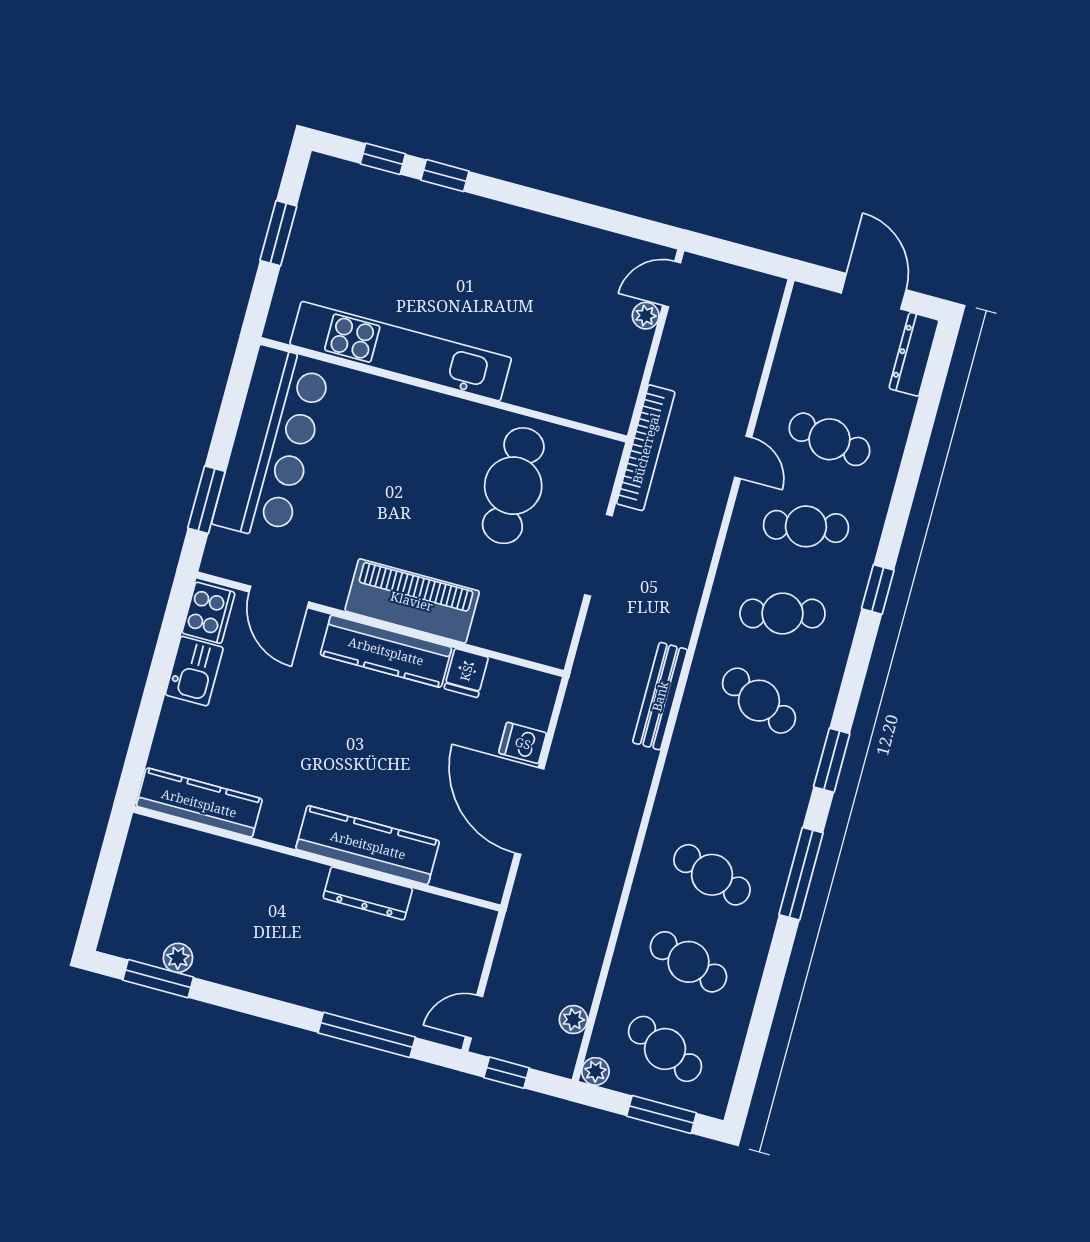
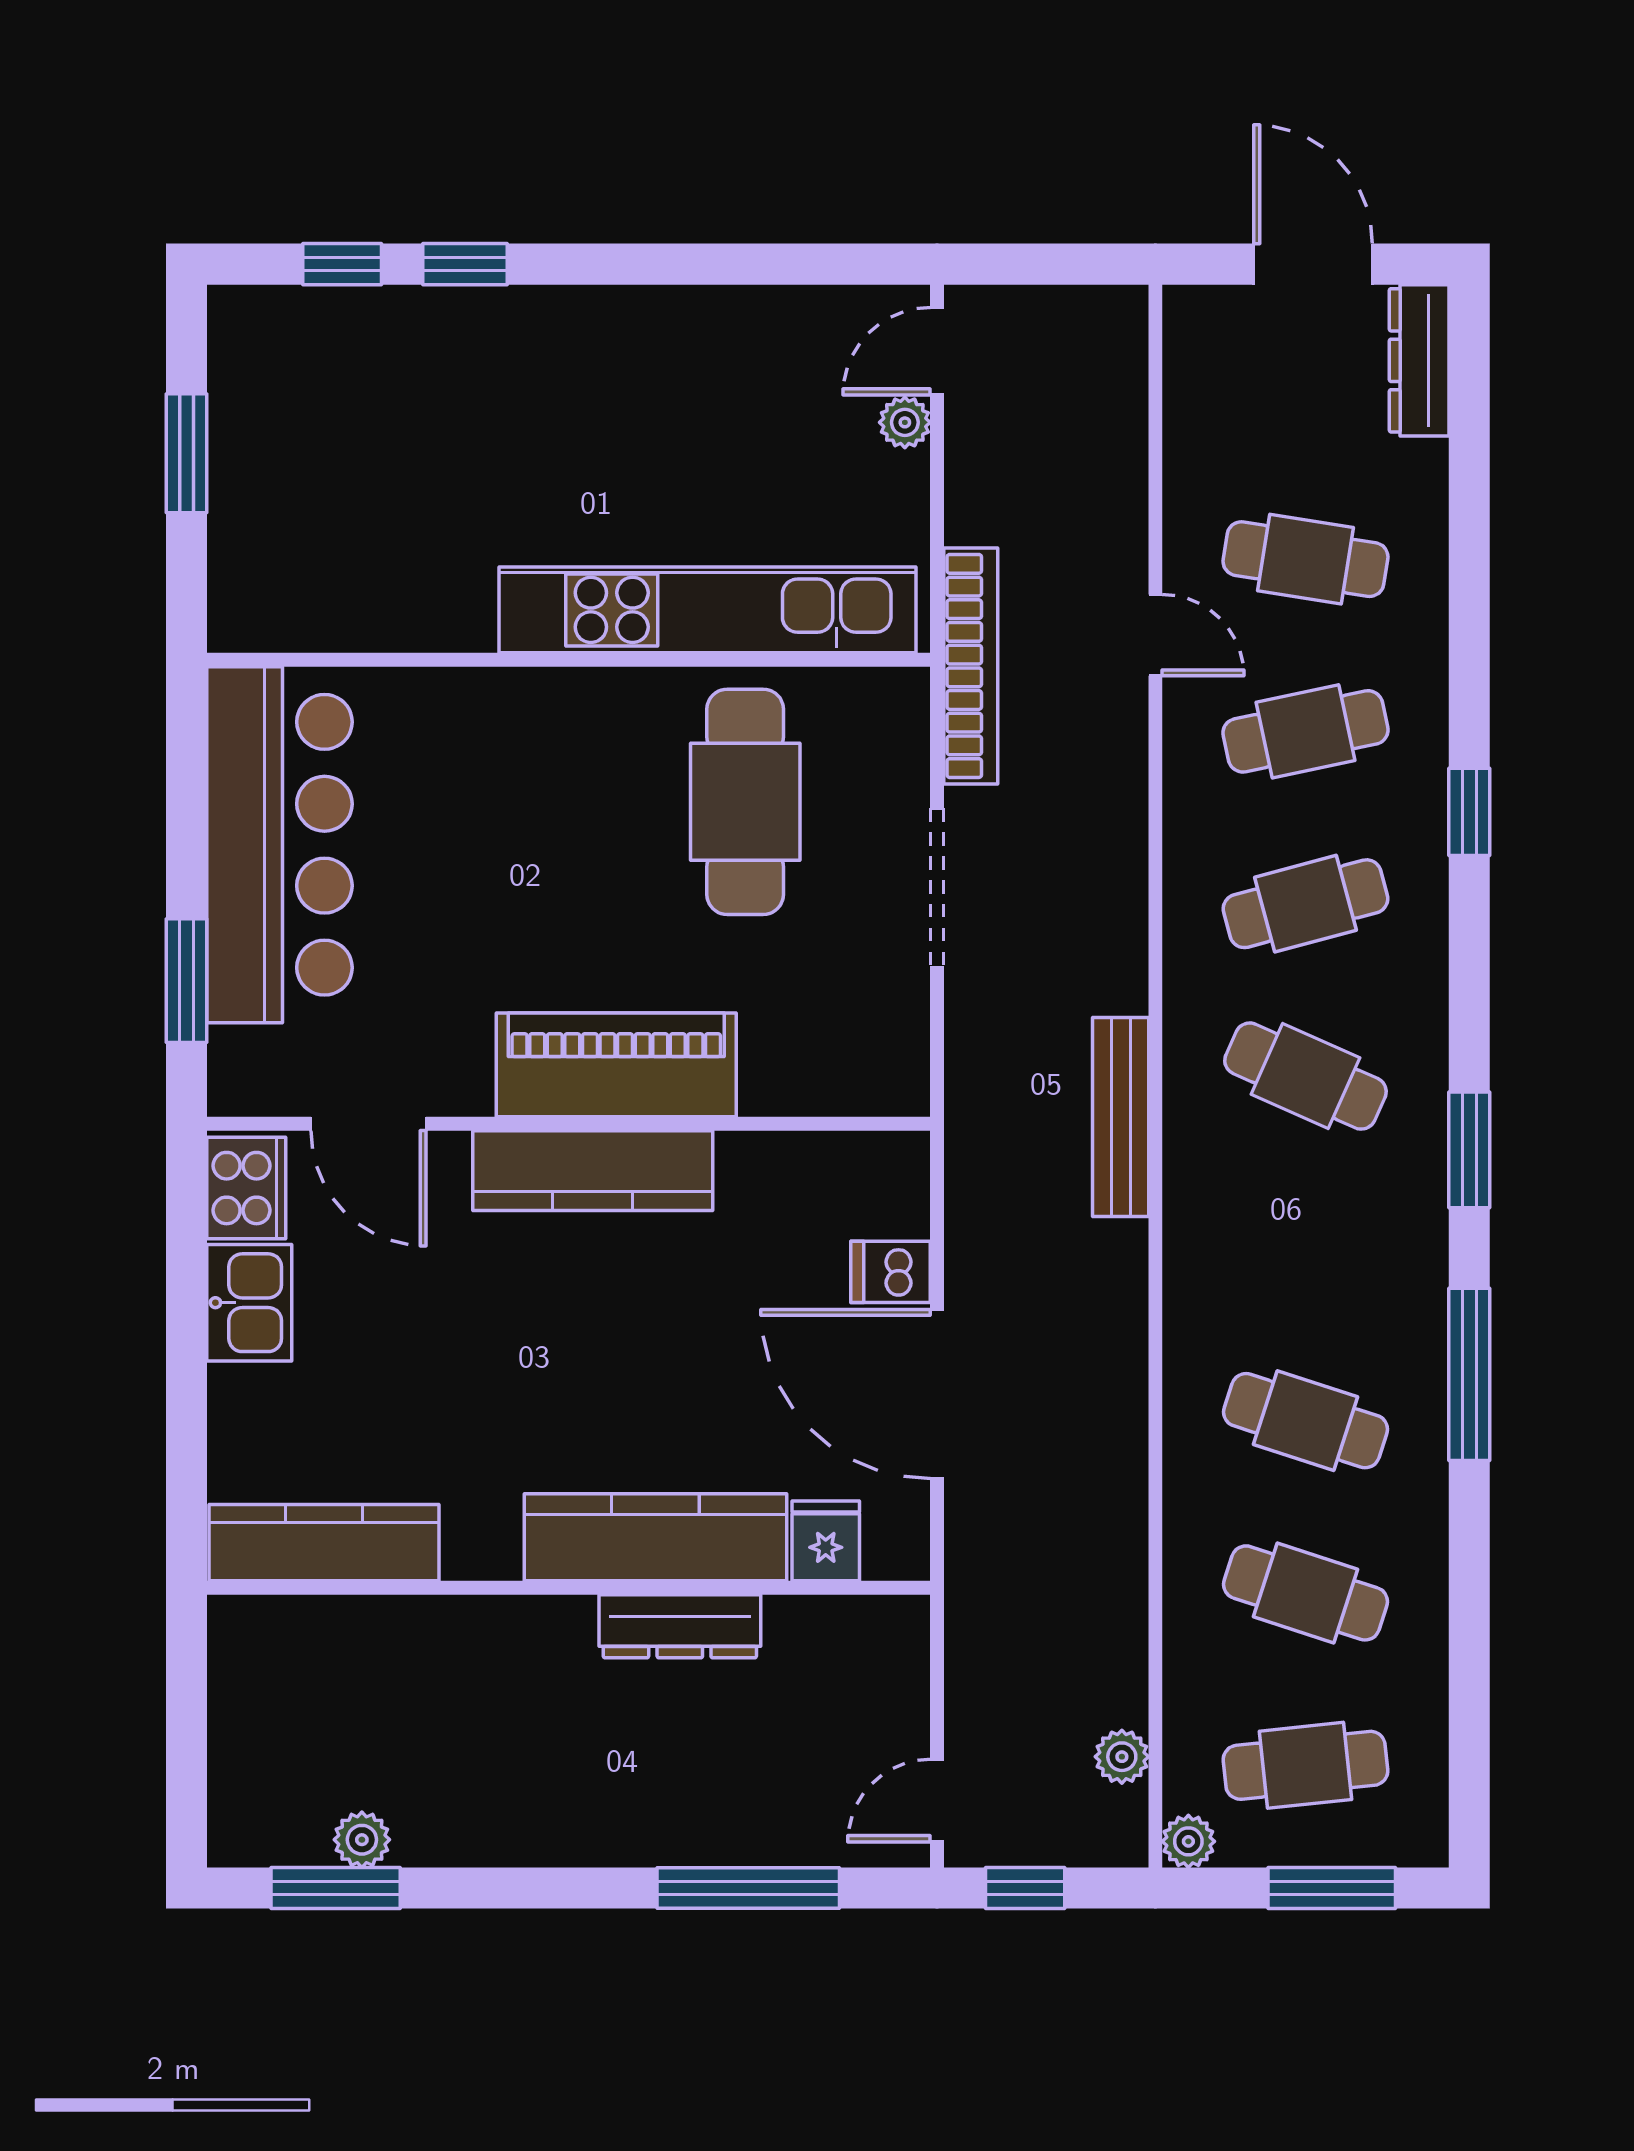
kitchen unit: (401, 351) -> (708, 610), moved
fridge: (466, 673) -> (826, 1541), moved, turned 180
cafe table: (665, 1049) -> (1305, 1765), turned -30

